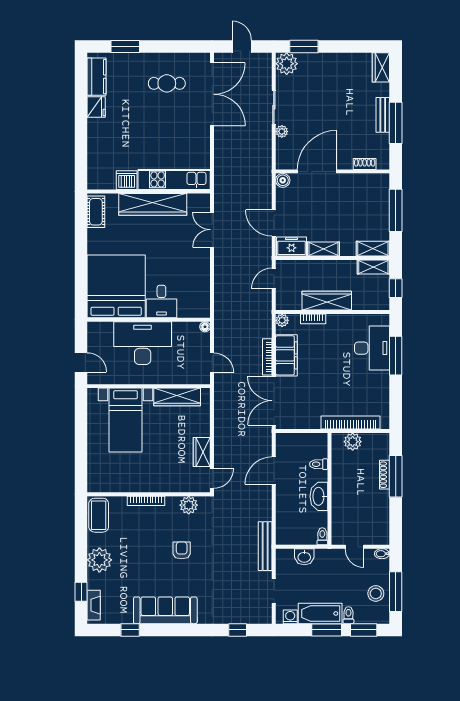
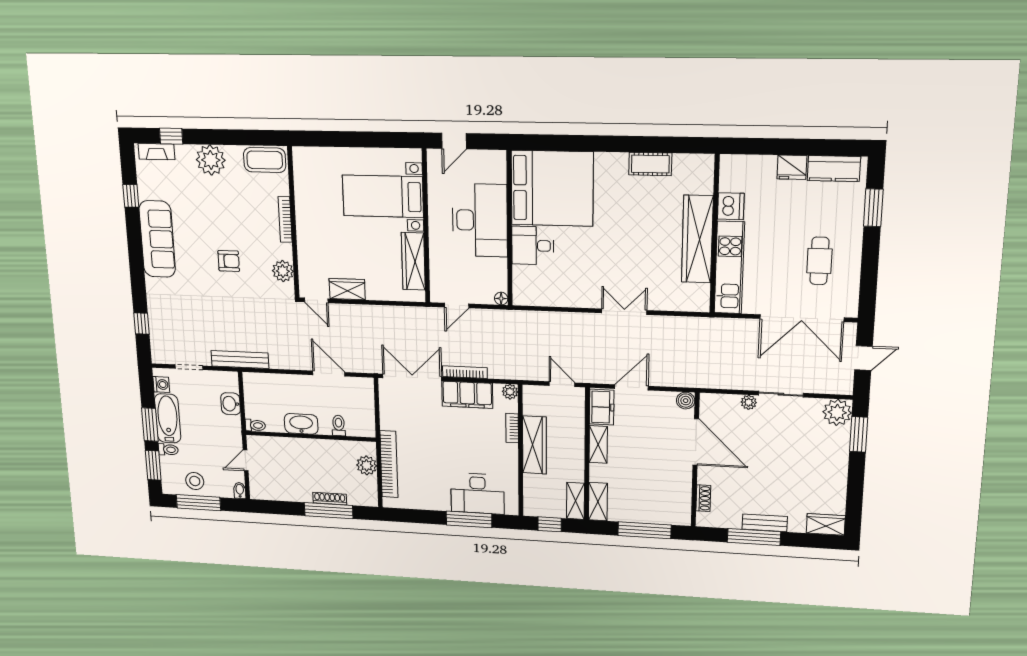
kitchen unit: (174, 179) -> (729, 268), moved
dishwasher: (127, 180) -> (731, 206), moved
wall: (149, 191) -> (715, 234), moved
wardrobe: (153, 204) -> (697, 239), moved

